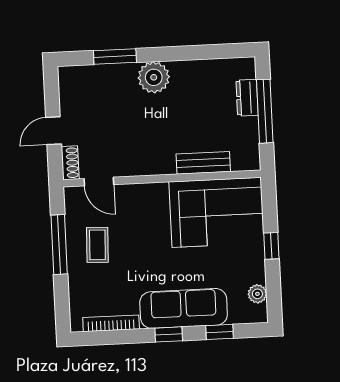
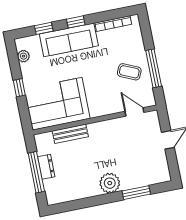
dresser: (247, 98) -> (46, 167), moved
shoe rack: (70, 163) -> (154, 121), removed
coffee table: (97, 245) -> (129, 72), turned -68

